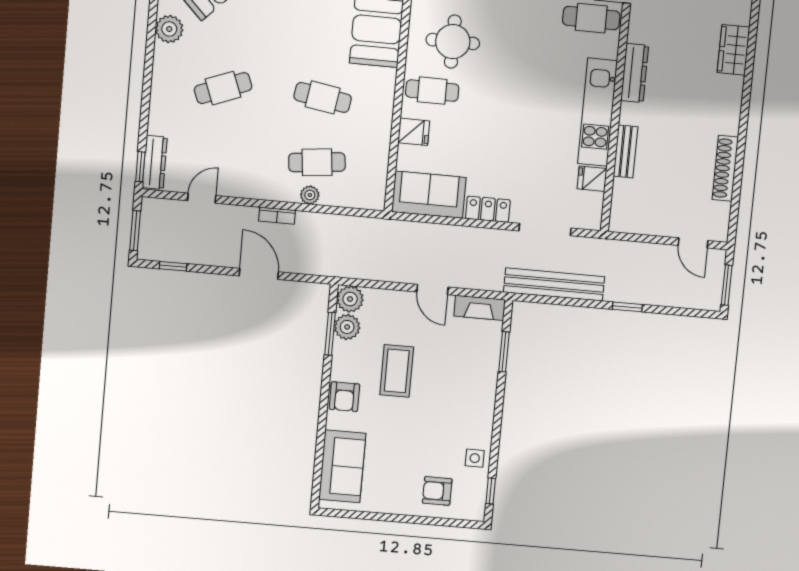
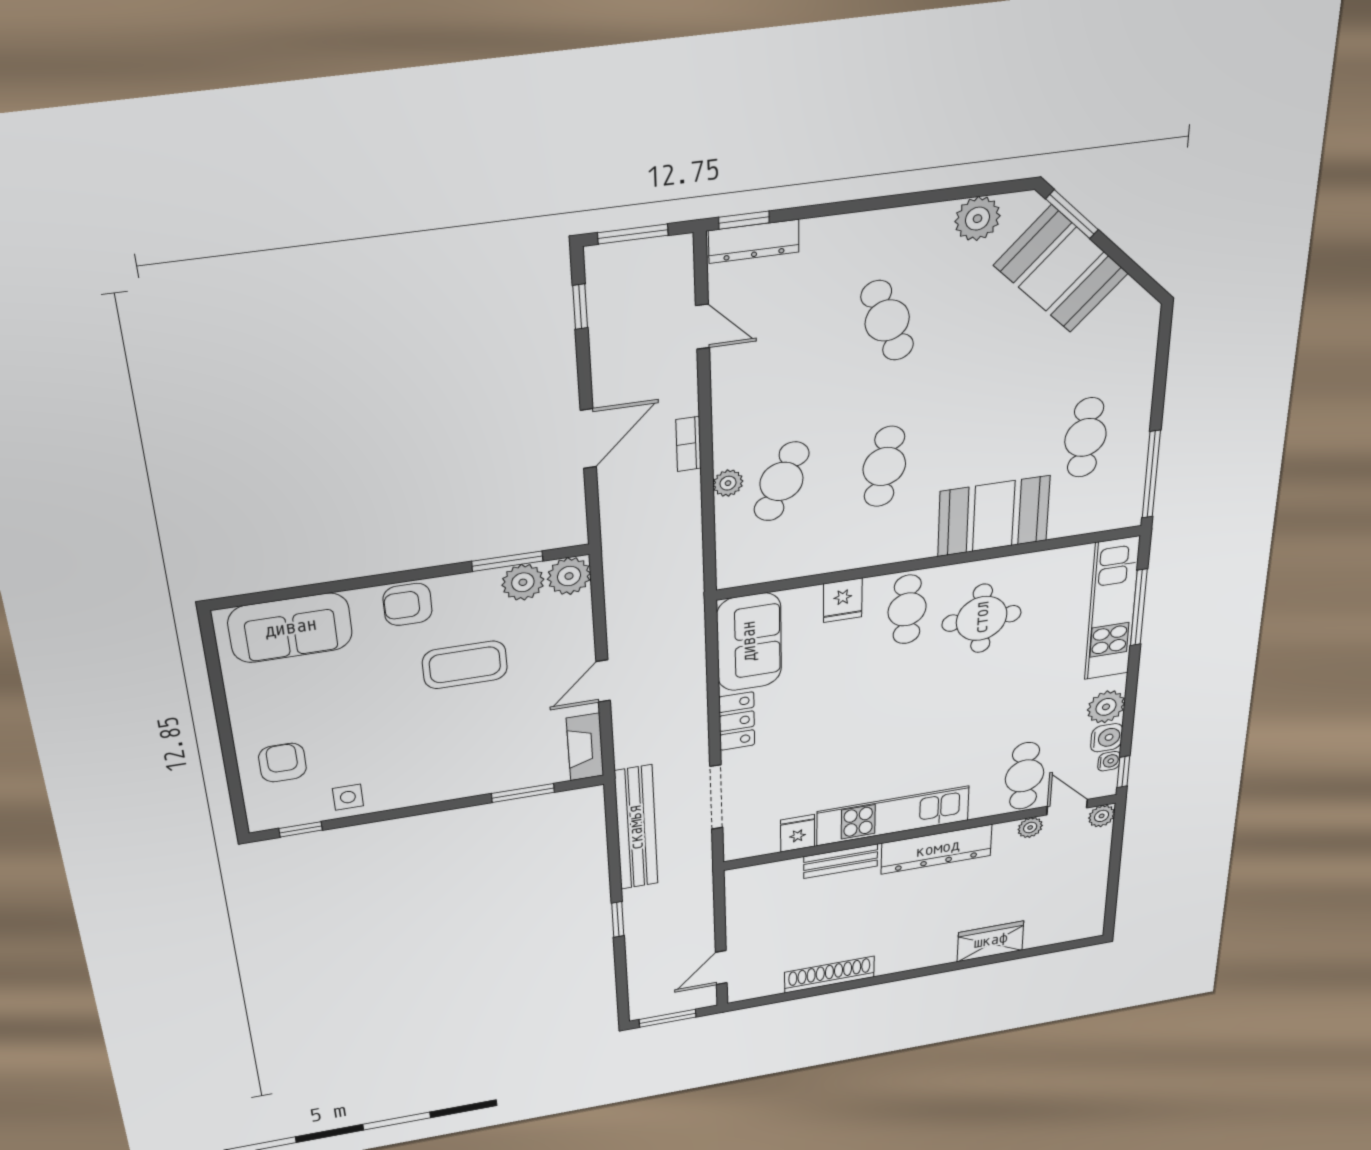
plant: (638, 16) -> (1030, 828), added
dresser: (635, 73) -> (937, 849), width x1.37, depth x1.24
cafe table: (317, 162) -> (781, 481), turned 30

